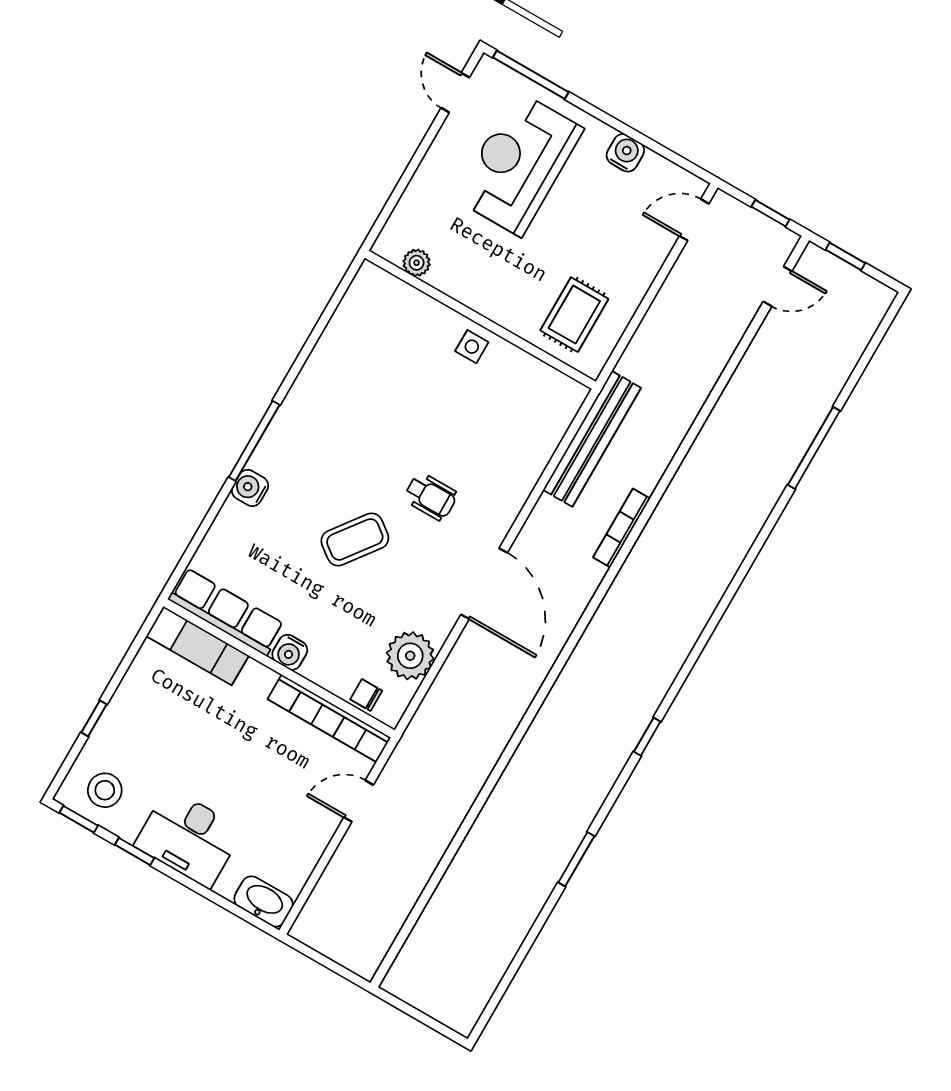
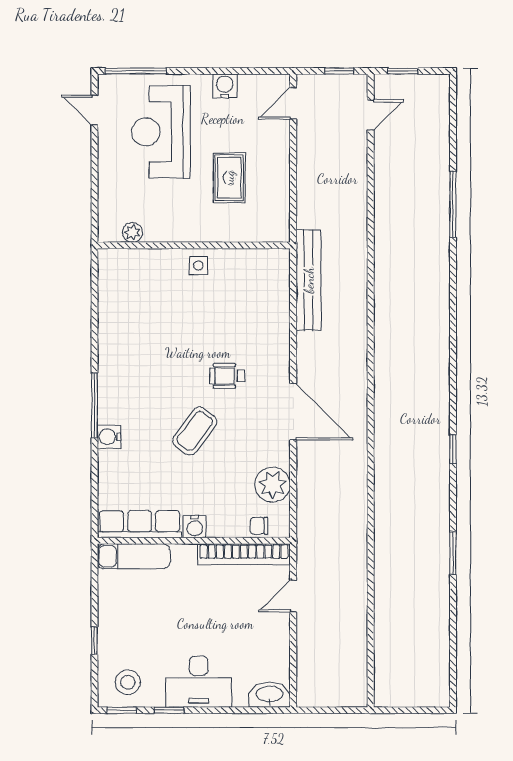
rug: (574, 315) -> (229, 178), moved
wheelchair: (431, 496) -> (227, 376), turned 180
bookcase: (622, 528) -> (360, 326), removed

